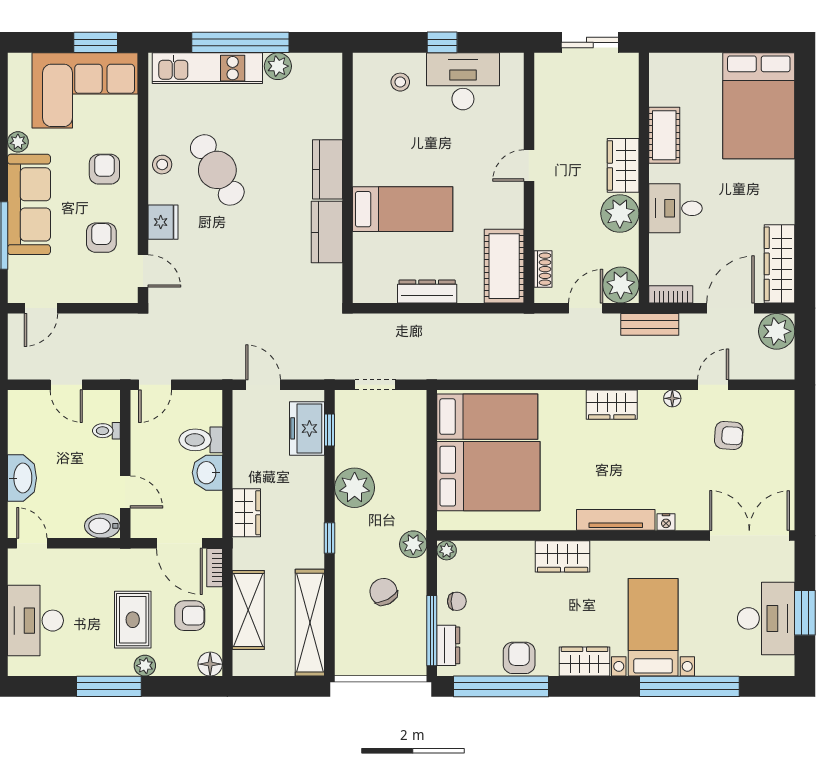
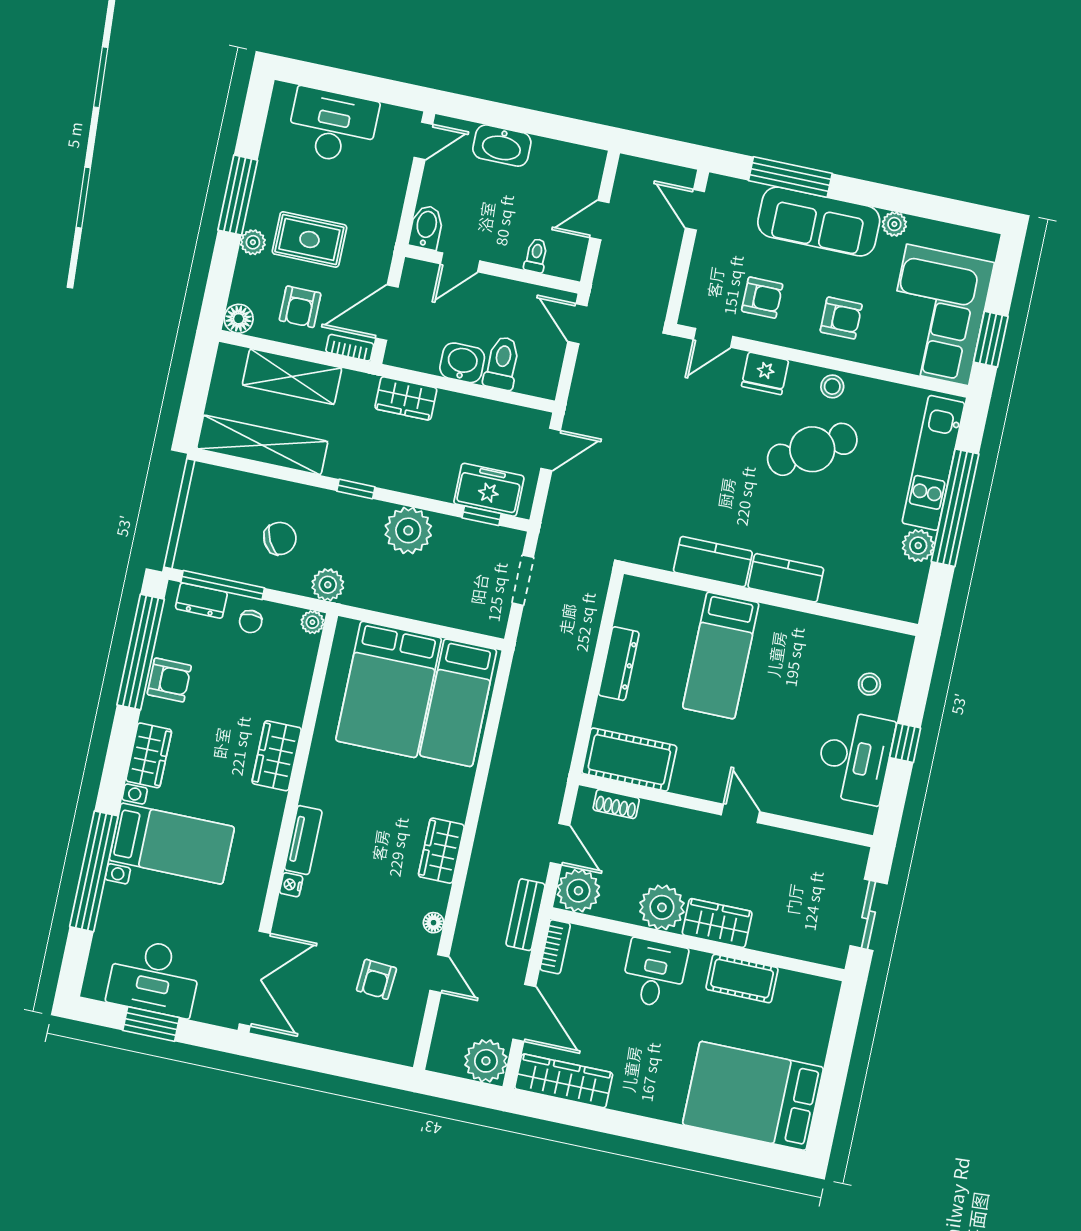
tv unit: (616, 520) -> (303, 840), width x0.71

